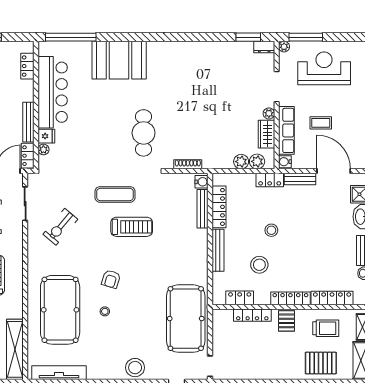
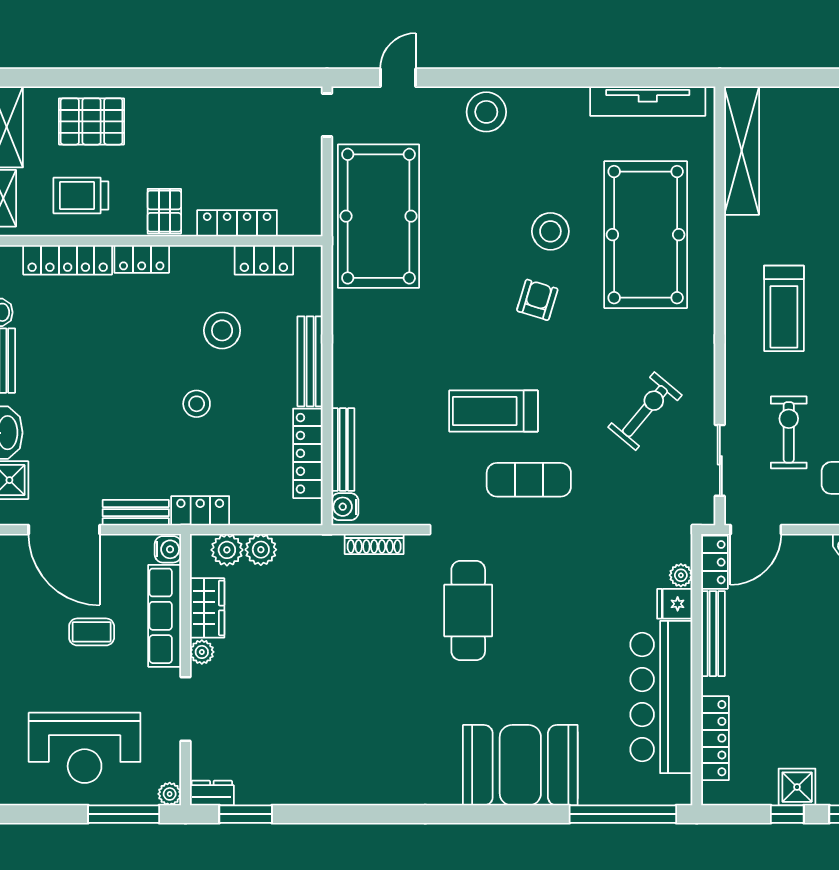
locker: (27, 66) -> (715, 738), width x1.53
locker: (290, 298) -> (142, 259), width x0.66
stool: (105, 311) -> (550, 231), width x1.89, depth x1.89

